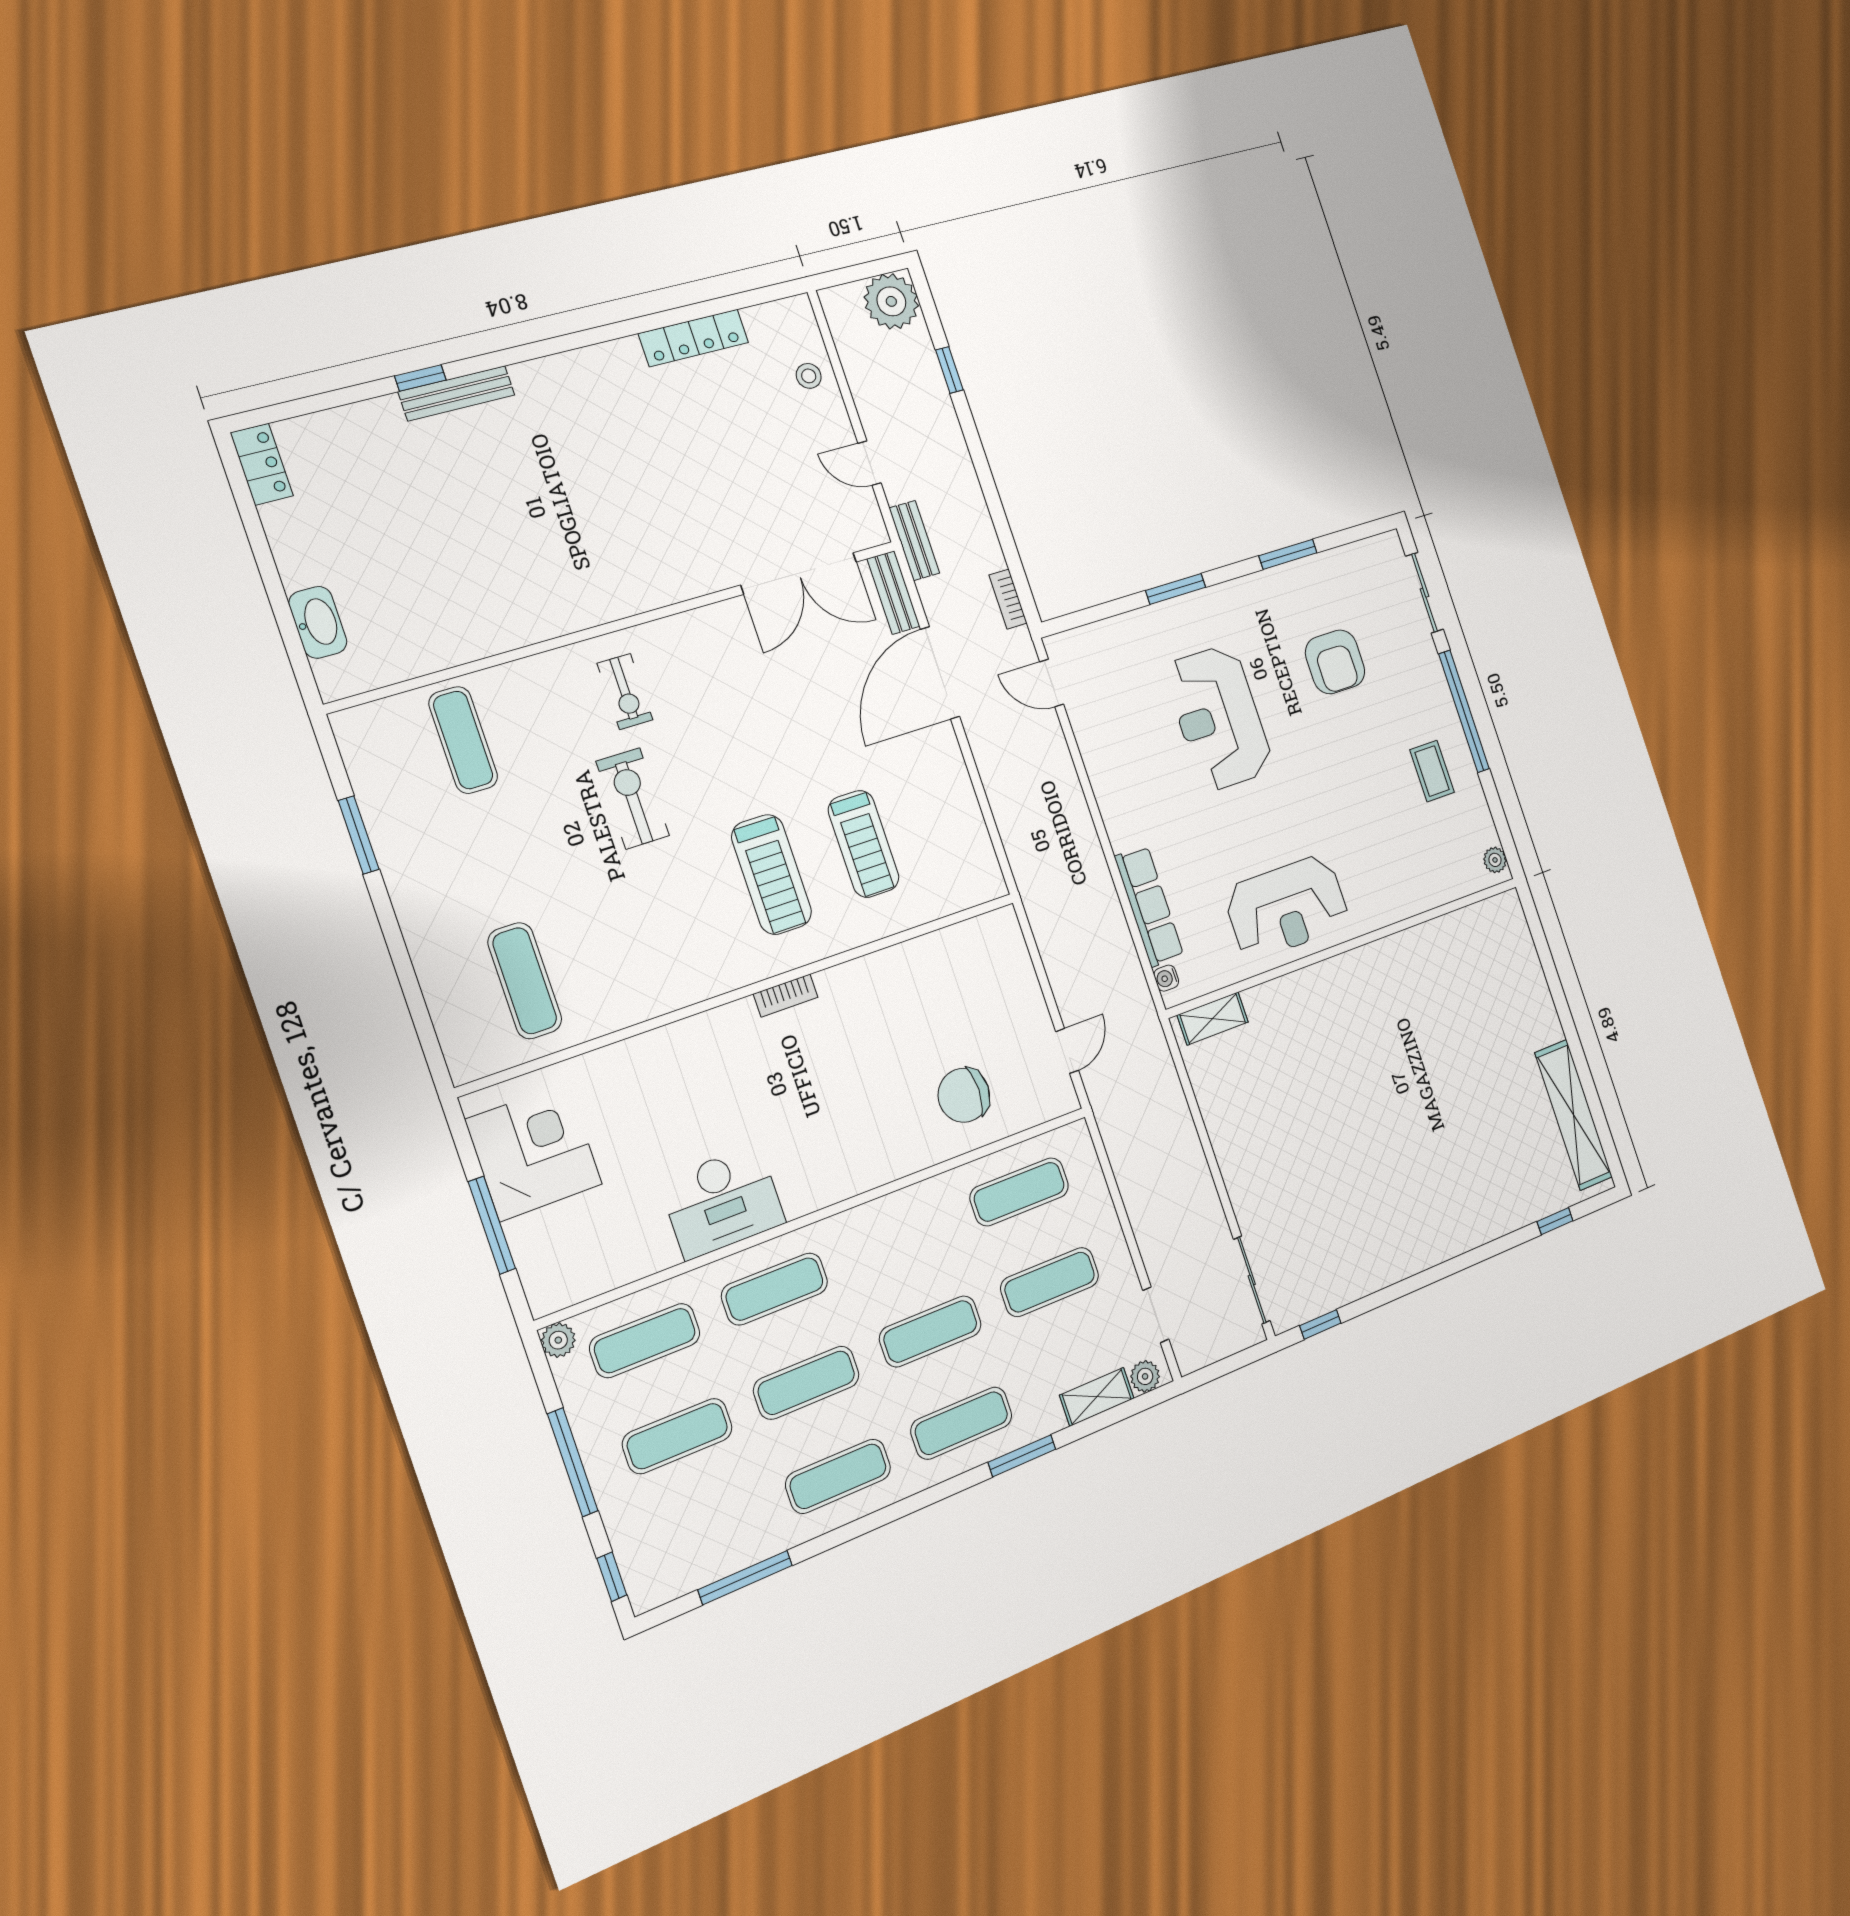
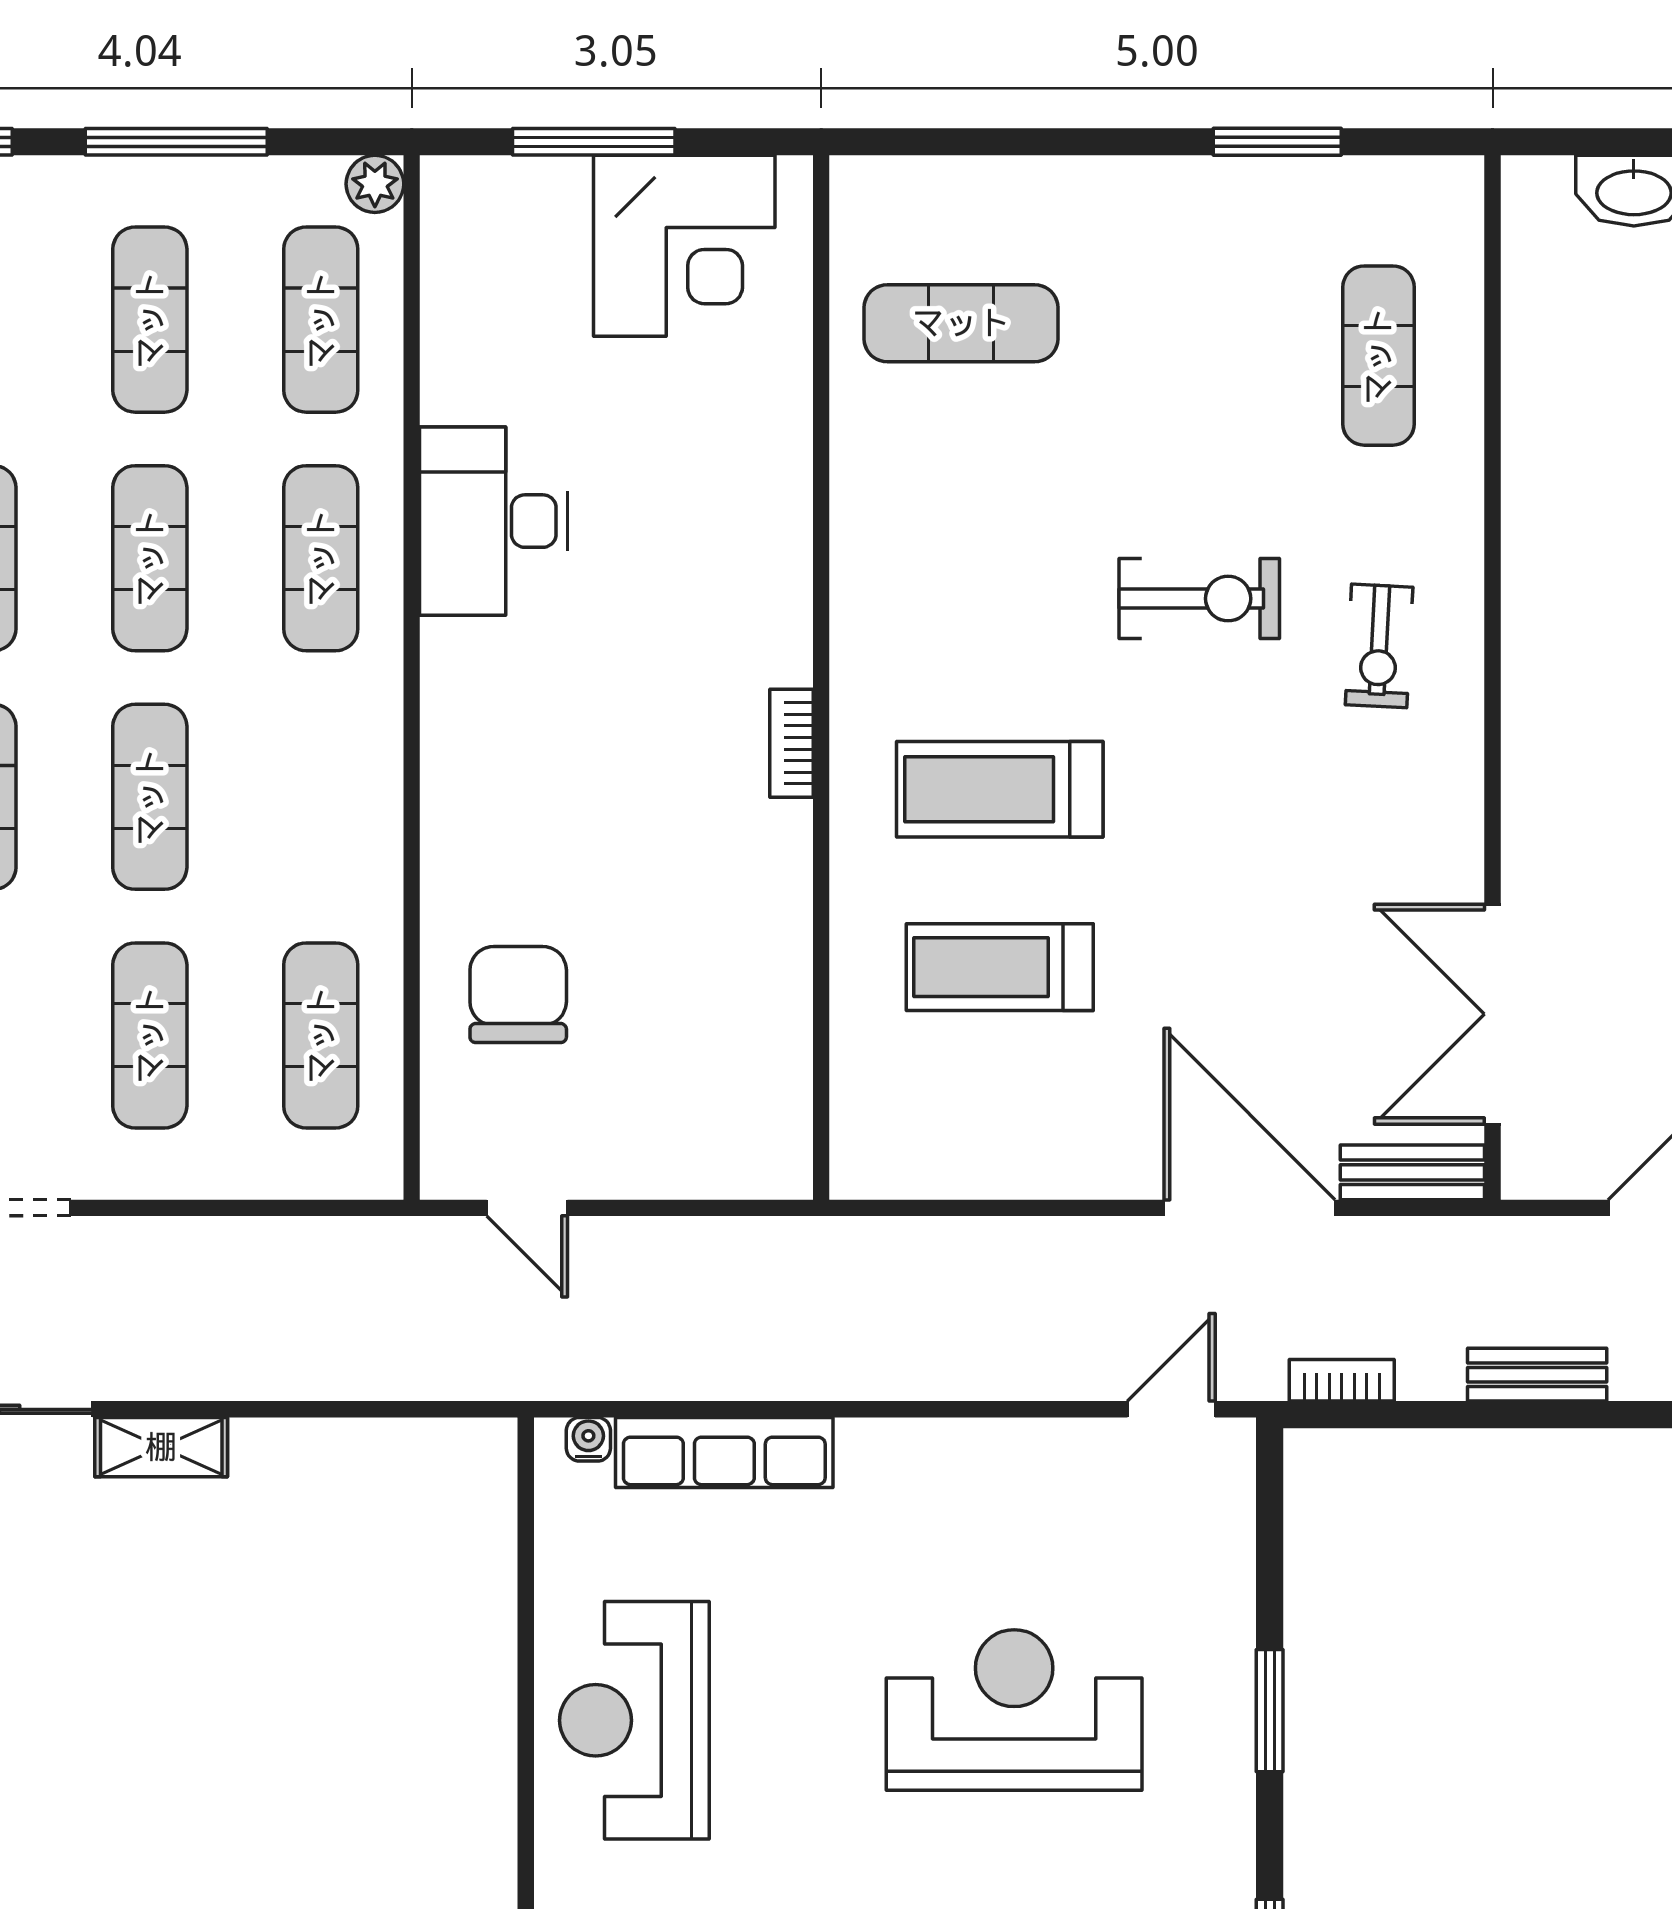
bench: (914, 541) -> (1537, 1375), moved
exercise bike: (625, 692) -> (1379, 646), turned -87
exercise mat: (463, 740) -> (1378, 356), turned 90
shelving: (1213, 1019) -> (161, 1447), moved, turned 90

